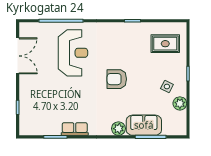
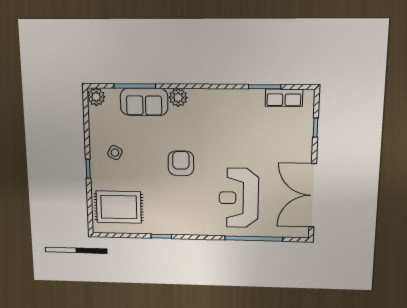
rug: (165, 44) -> (119, 207), width x1.36, depth x1.43
double door: (18, 56) -> (313, 195), width x1.36
armchair: (117, 79) -> (181, 163), turned -90
plant: (180, 103) -> (96, 97), moved
row of seats: (75, 129) -> (284, 98), moved

